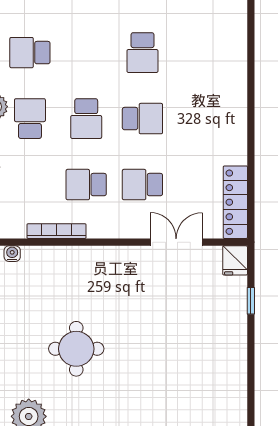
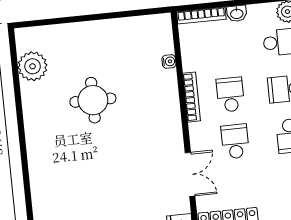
bookcase: (57, 231) -> (192, 97), moved
water cooler: (12, 254) -> (169, 62), moved

